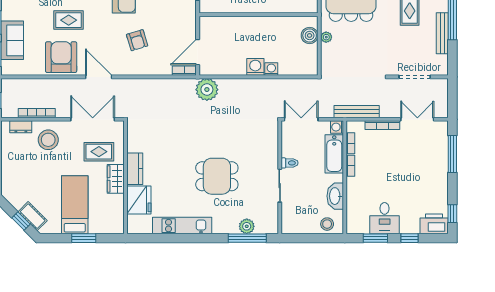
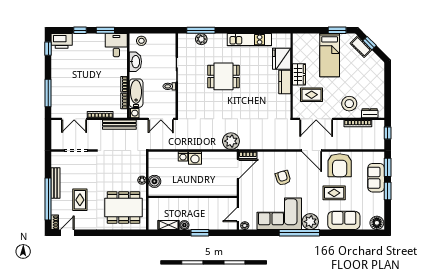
desk: (385, 218) -> (116, 45), moved
window: (84, 238) -> (337, 30), moved

